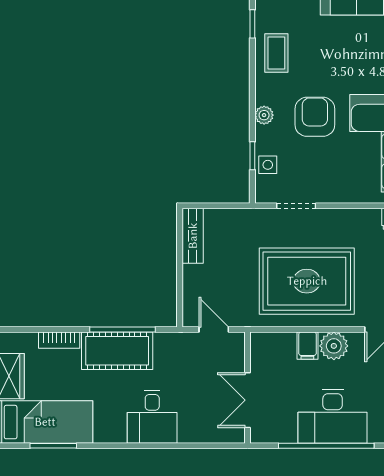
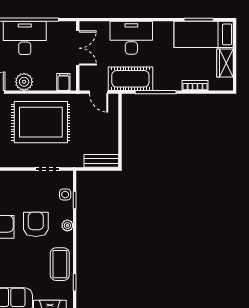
coffee table: (276, 53) -> (60, 264), width x1.36, depth x1.30
armchair: (315, 117) -> (36, 224), turned 180
bench: (193, 236) -> (101, 161), moved, turned 90
filing cabinet: (307, 346) -> (63, 82), moved
cot: (117, 351) -> (130, 79), moved
desk: (152, 417) -> (131, 38), width x1.37

